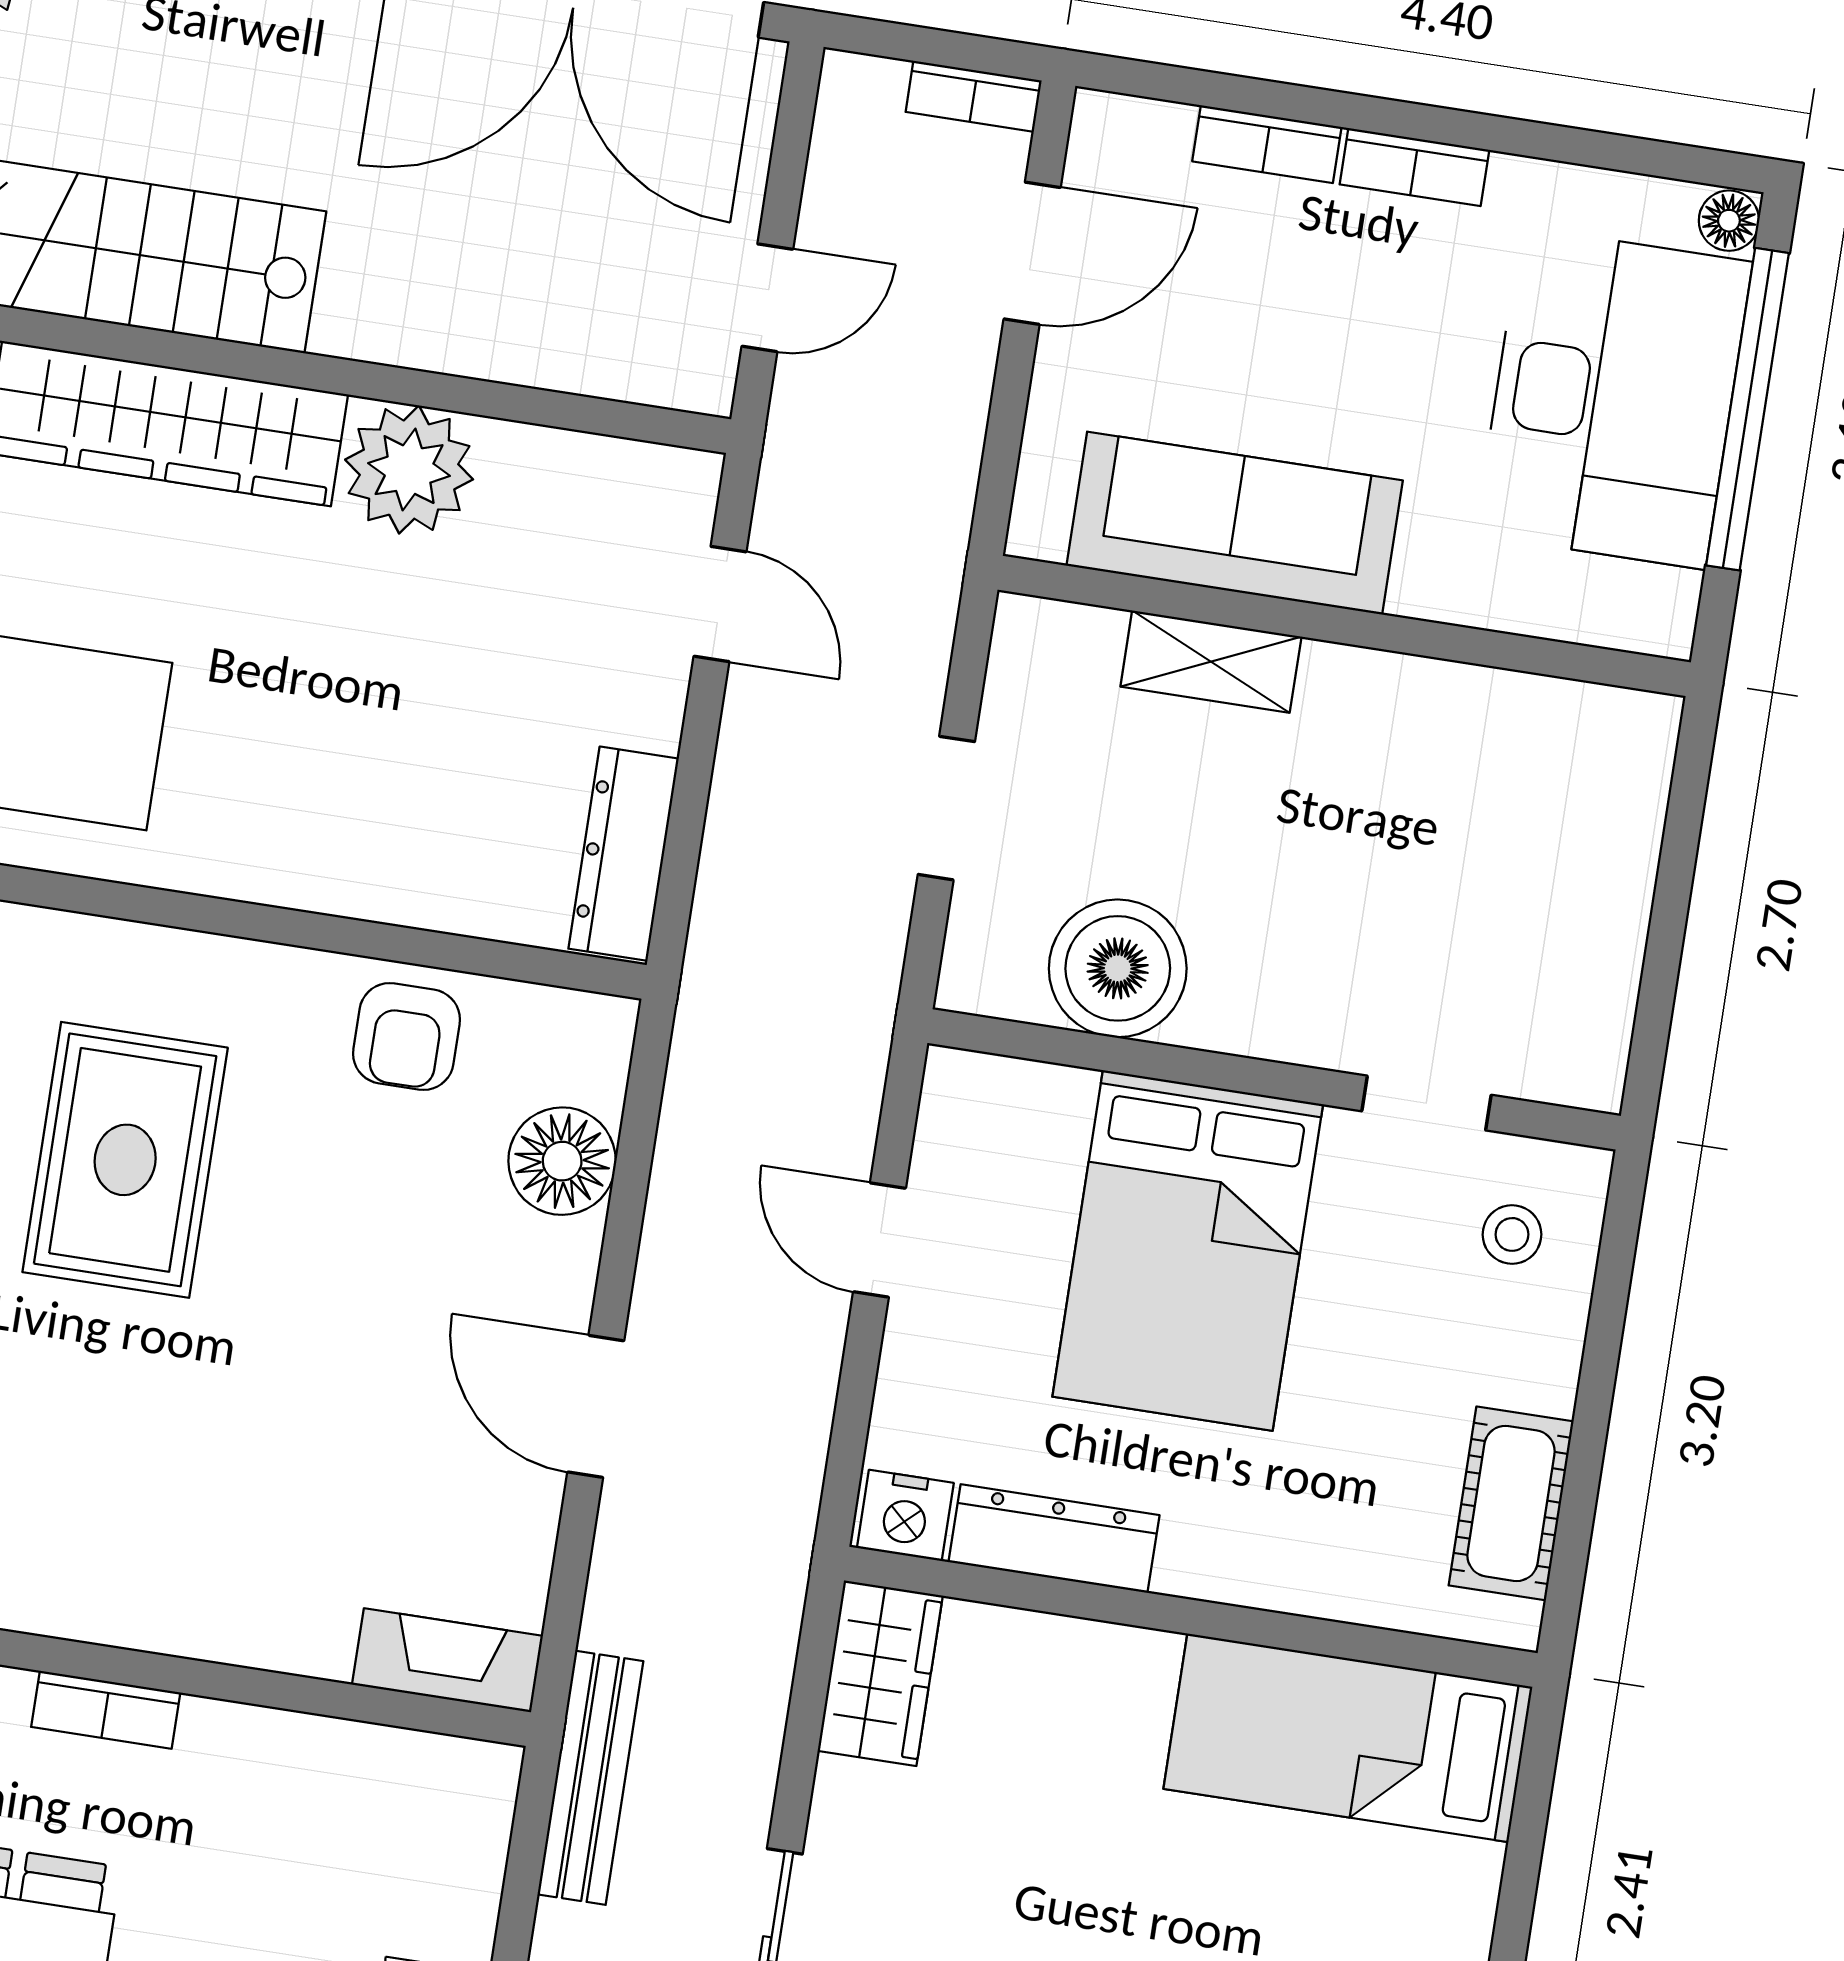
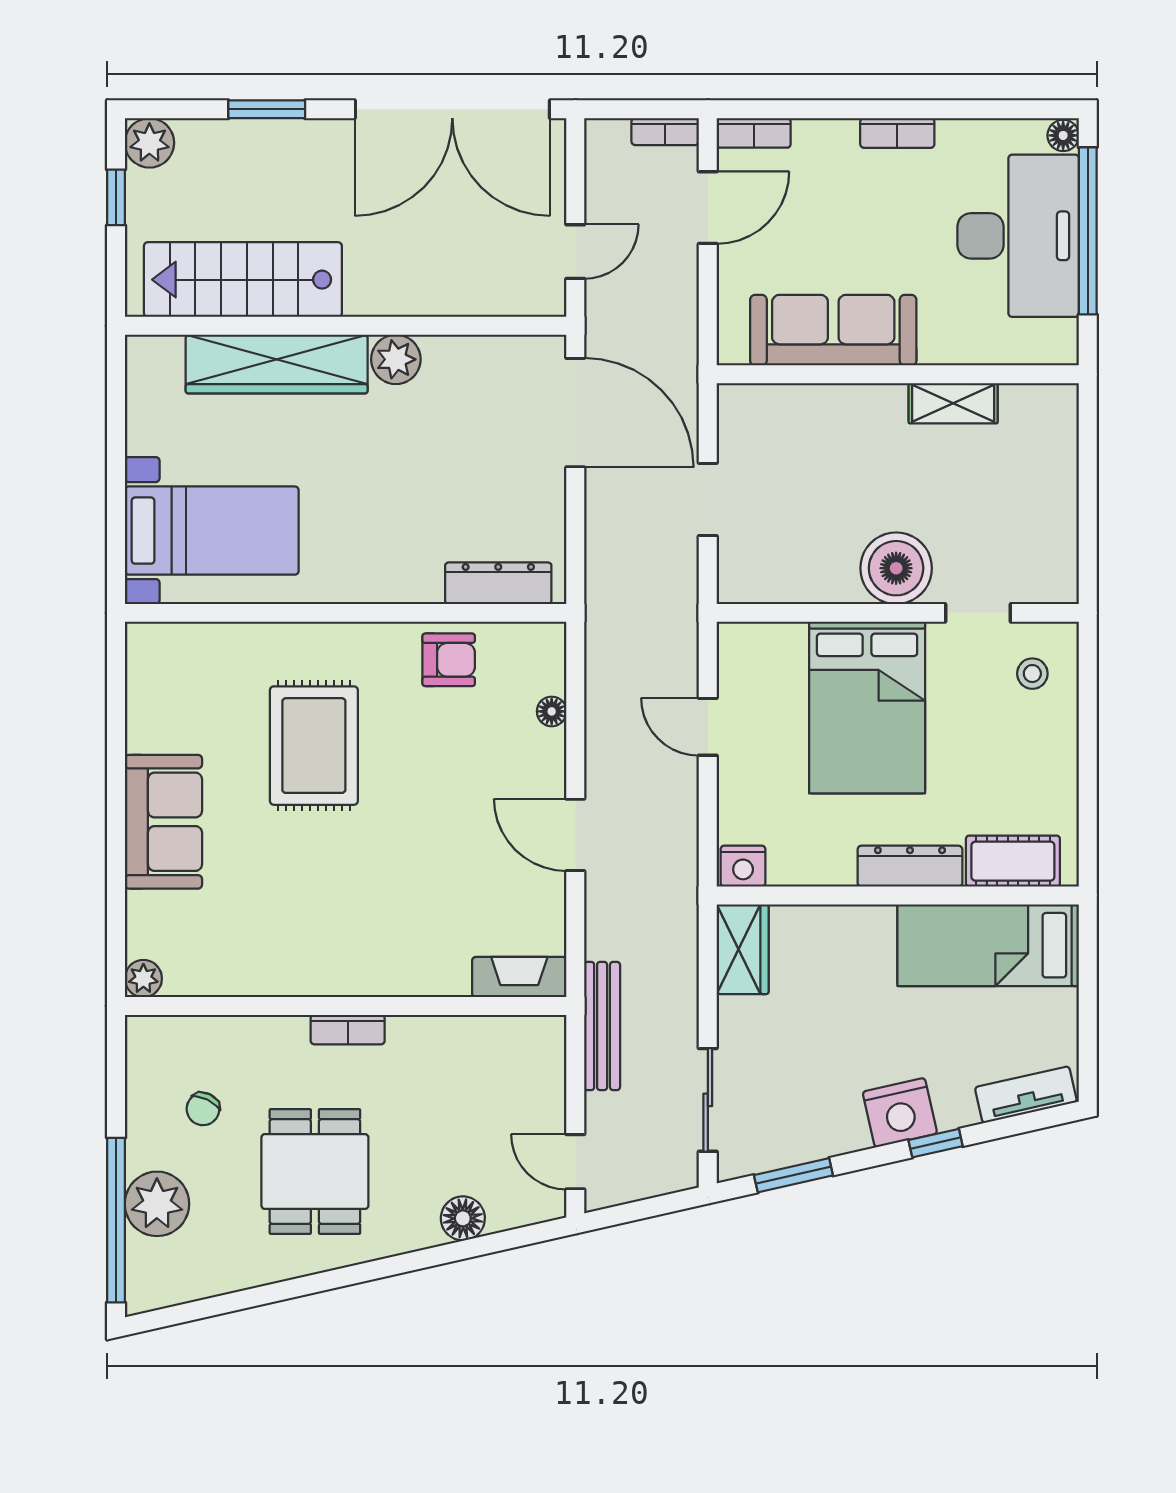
bookcase: (1267, 144) -> (754, 133), moved
plant: (409, 470) -> (396, 359), width x0.73, depth x0.73
door: (720, 604) -> (575, 413), width x1.88
shelving: (1211, 662) -> (953, 403), moved
dresser: (624, 854) -> (498, 583), moved, turned 90
boiler: (1118, 968) -> (896, 568), moved
armchair: (407, 1037) -> (449, 660), turned -90
floor lamp: (562, 1161) -> (552, 711), width x0.53, depth x0.53
cot: (1511, 1503) -> (1013, 861), moved, turned 90
dresser: (1054, 1539) -> (910, 866), moved

